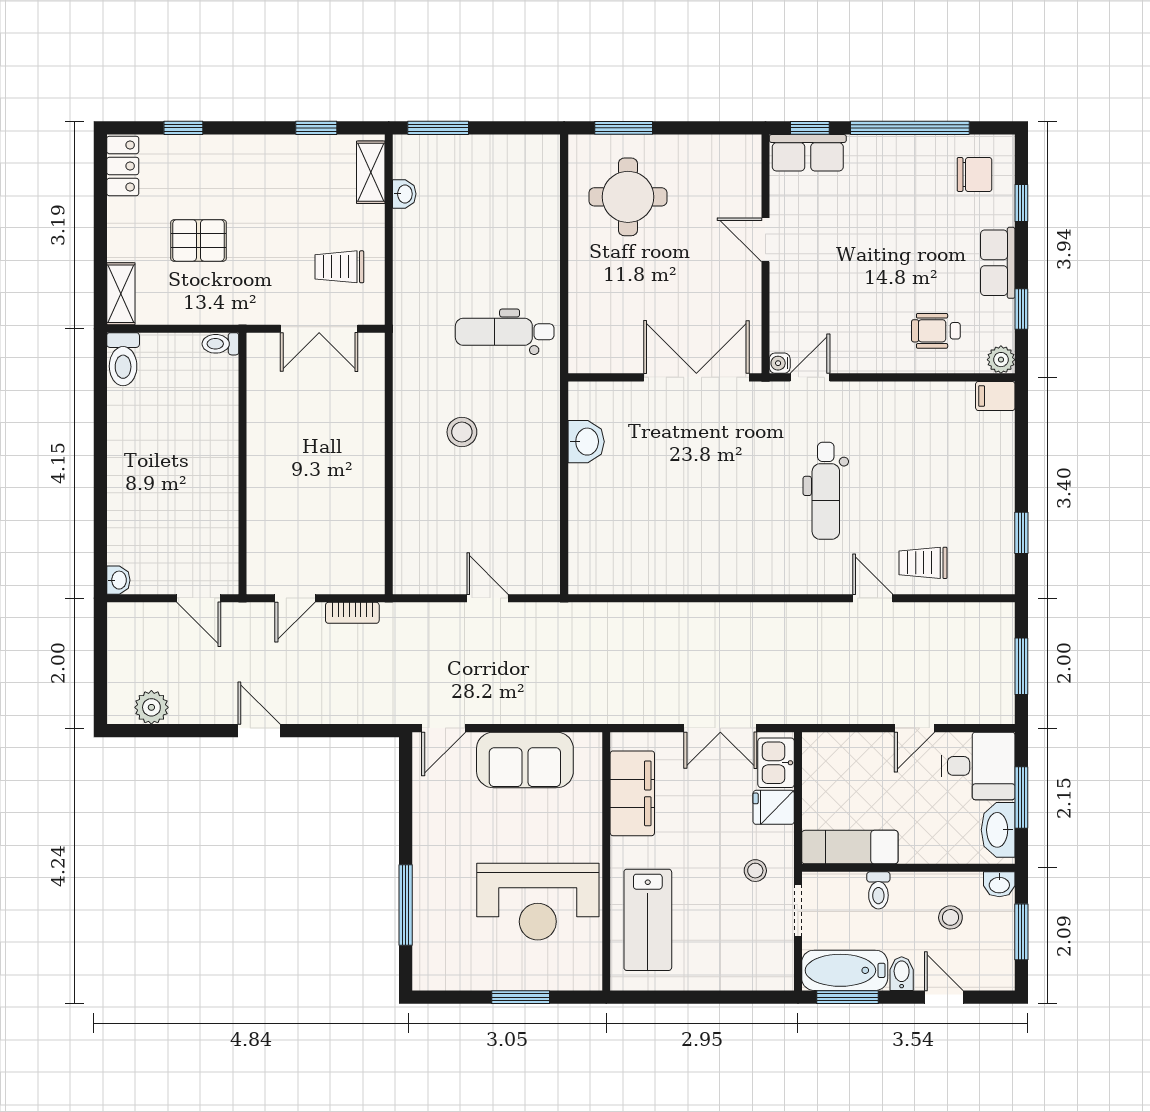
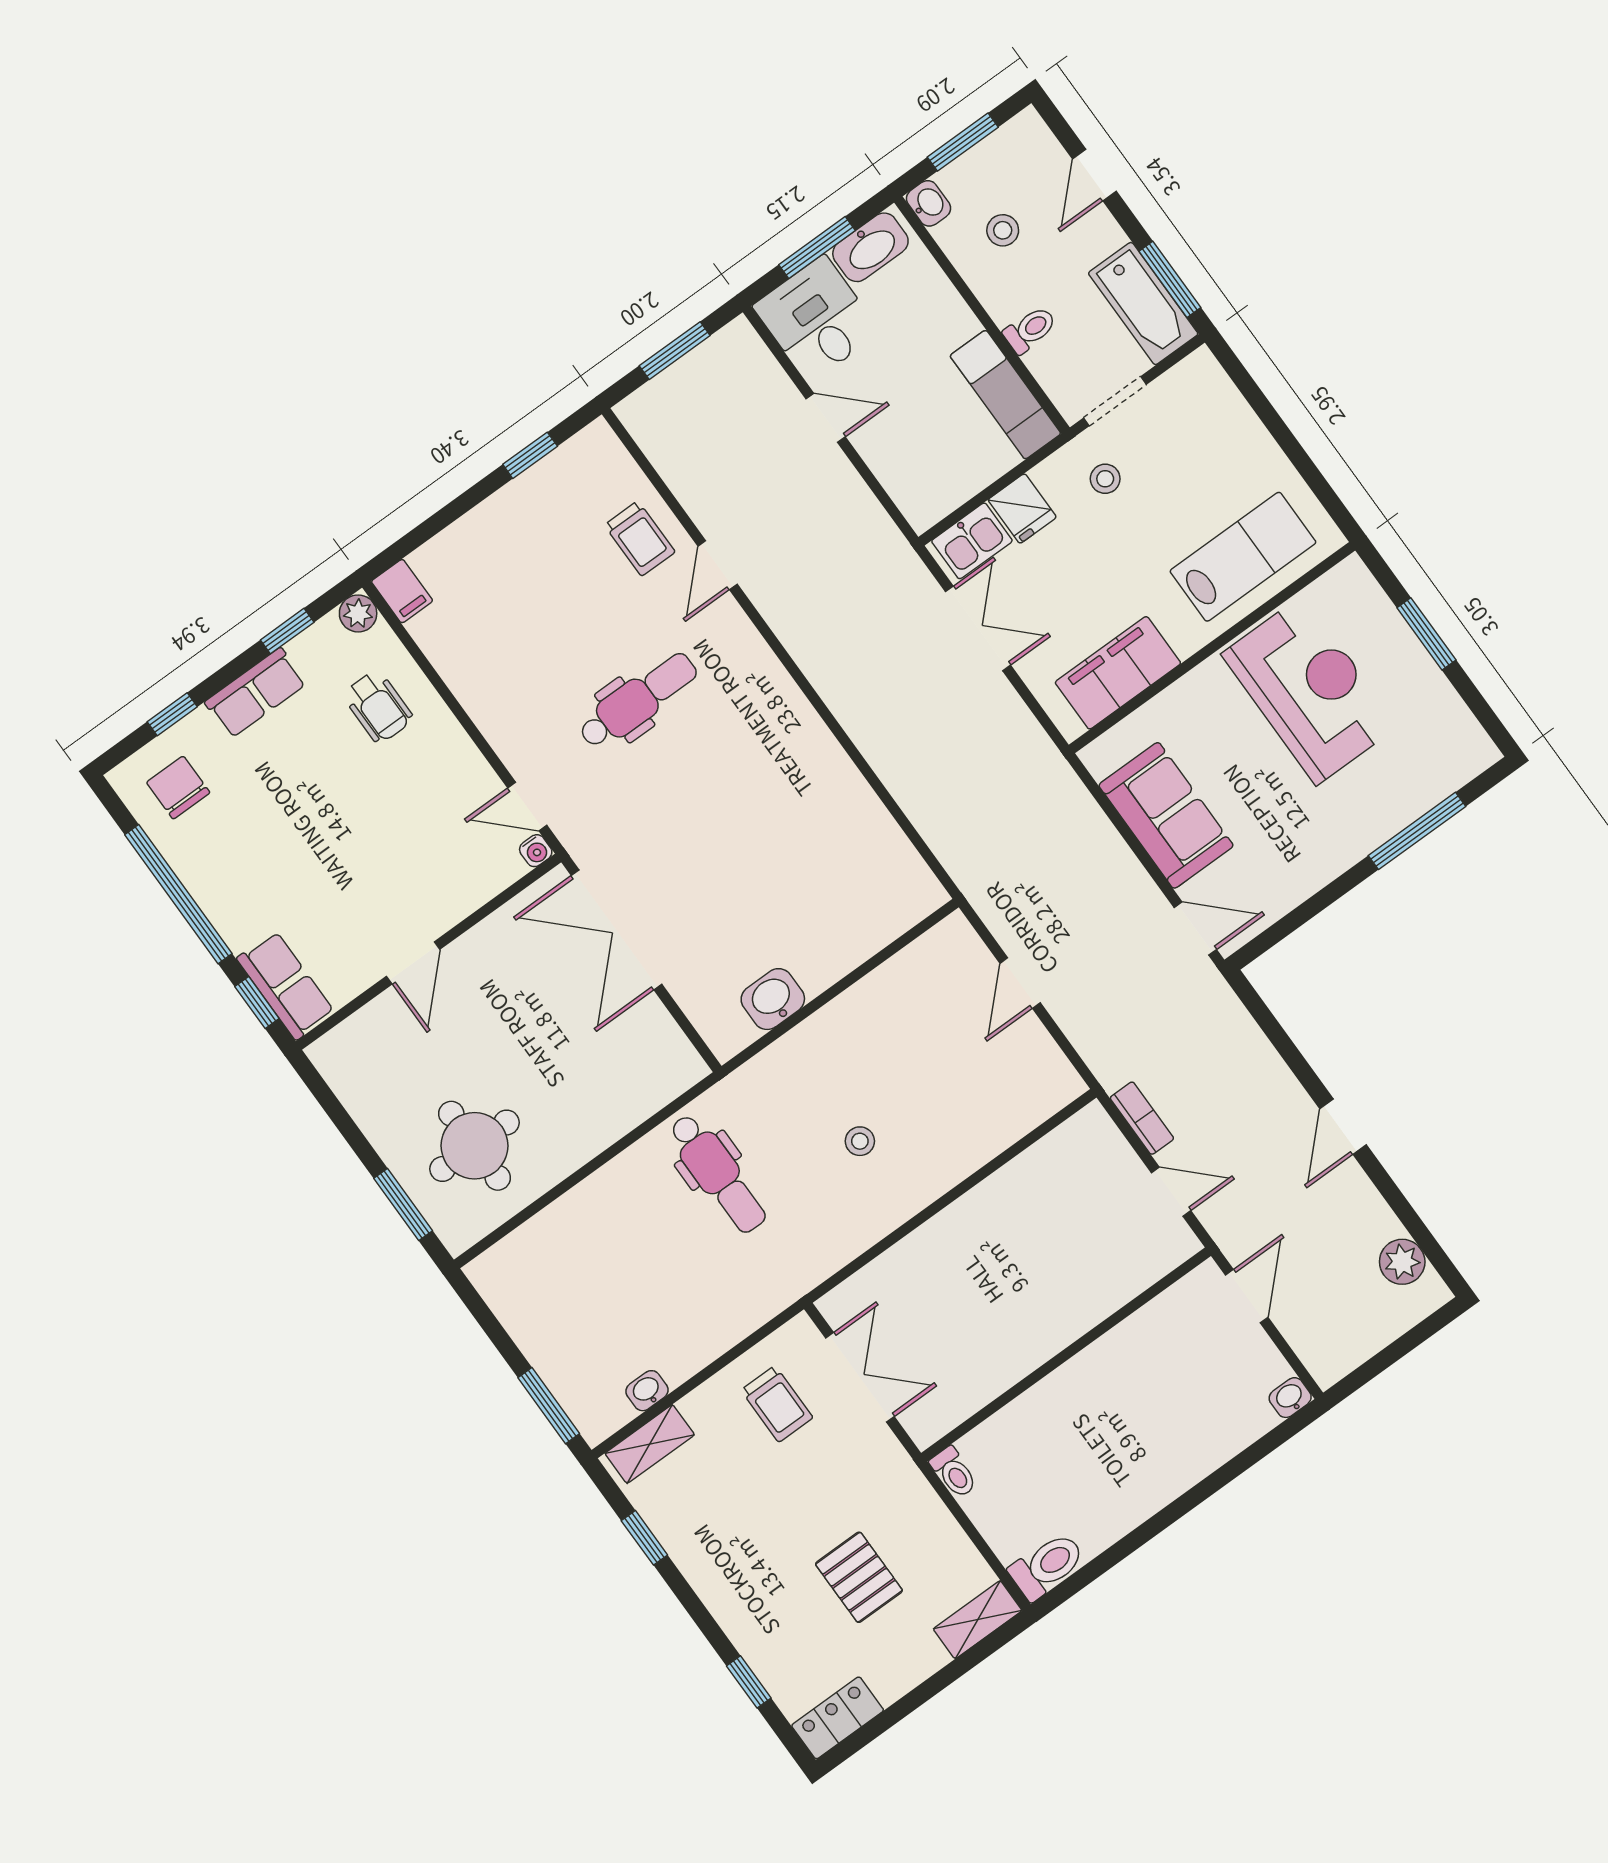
stool: (462, 432) -> (860, 1141), width x0.73, depth x0.73
bidet: (902, 974) -> (1102, 239), removed

